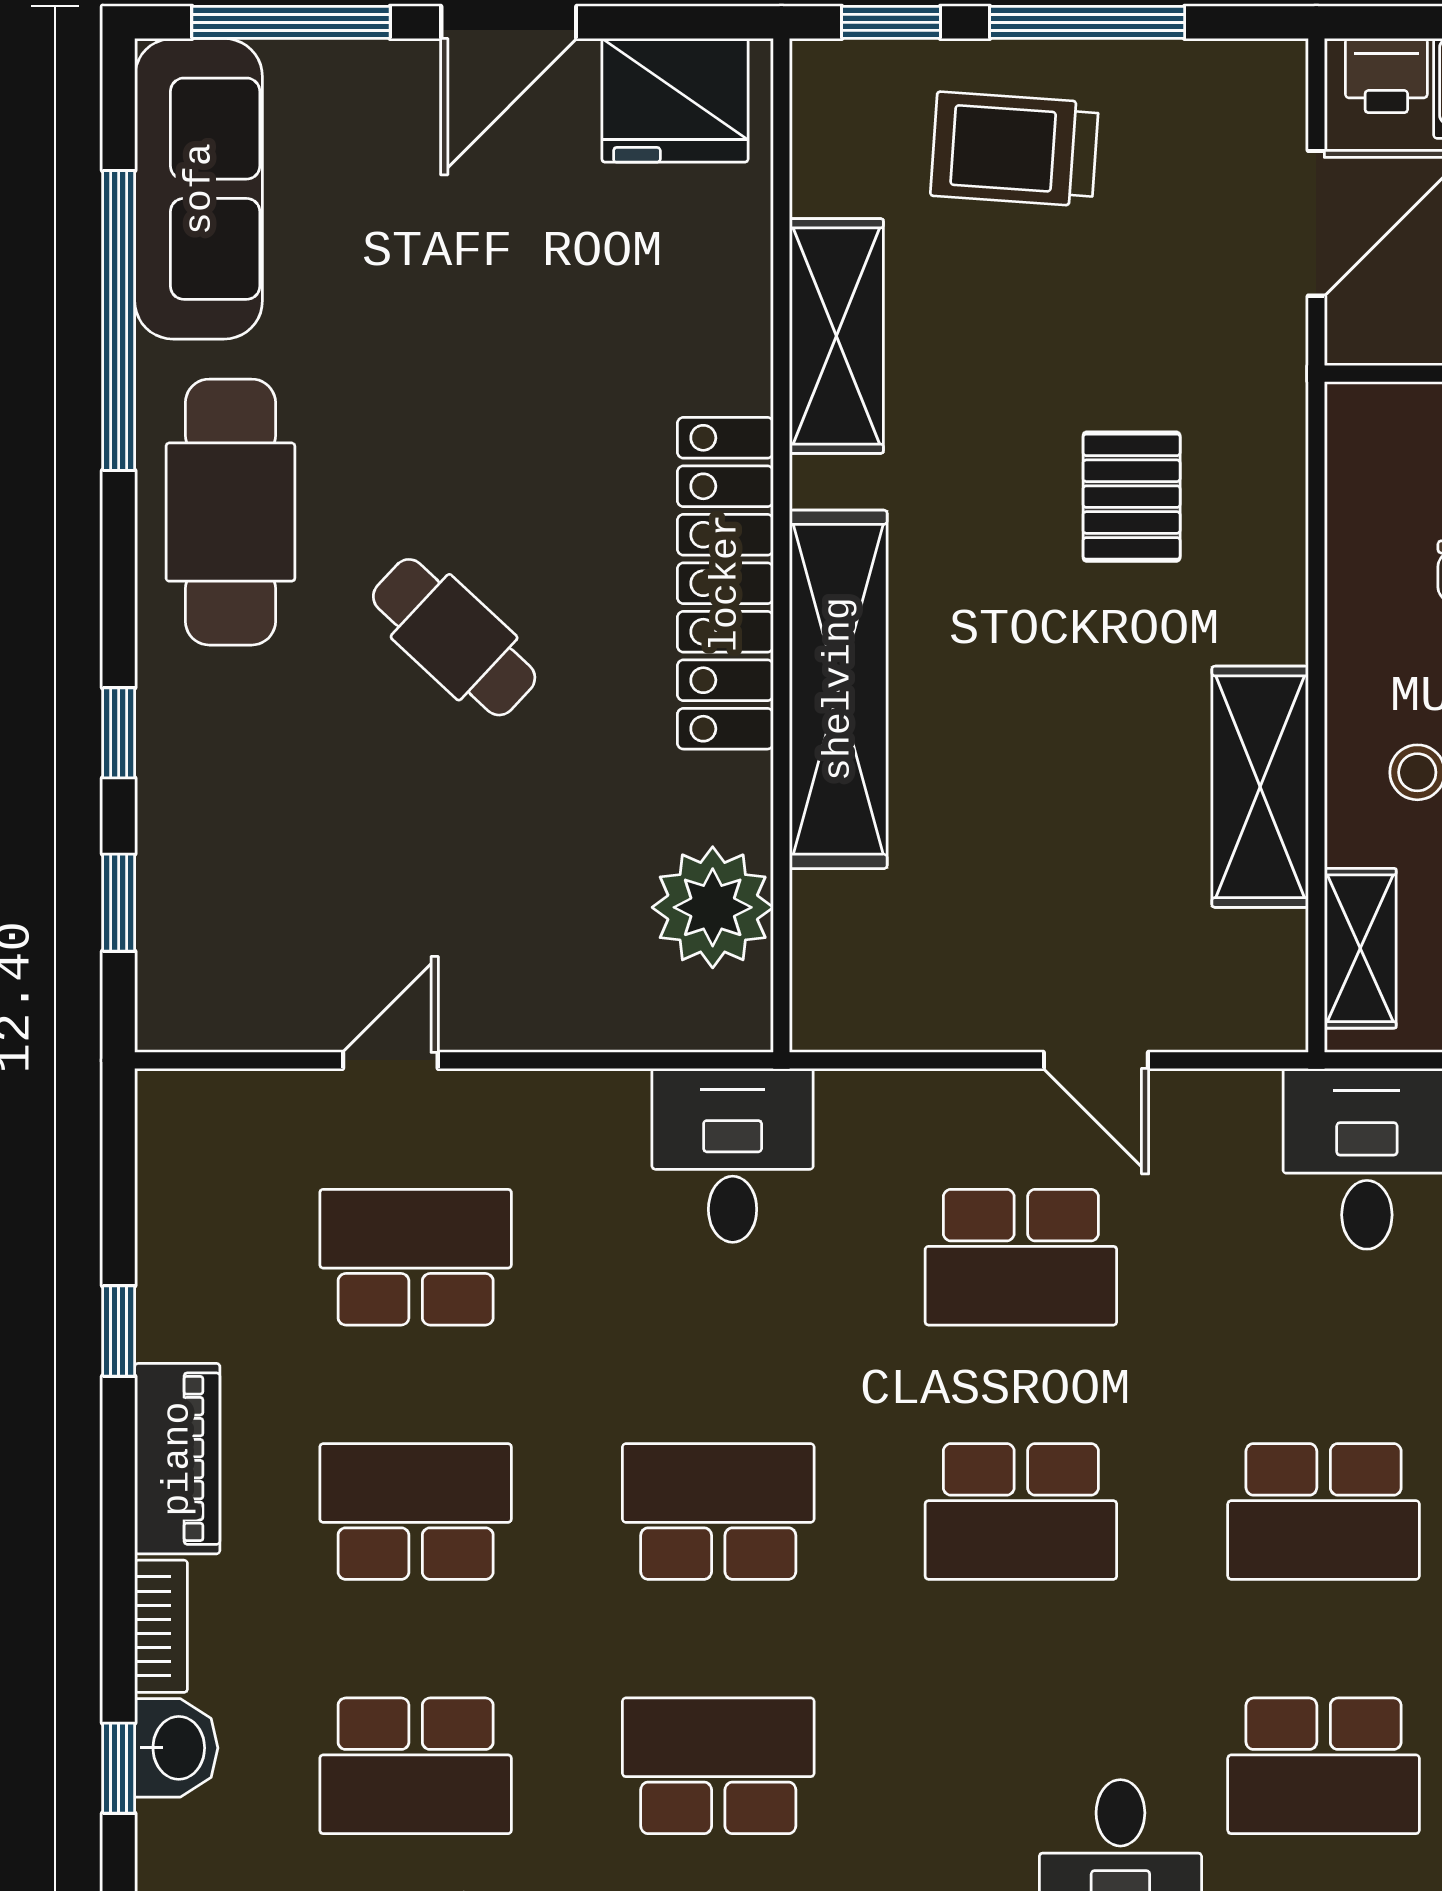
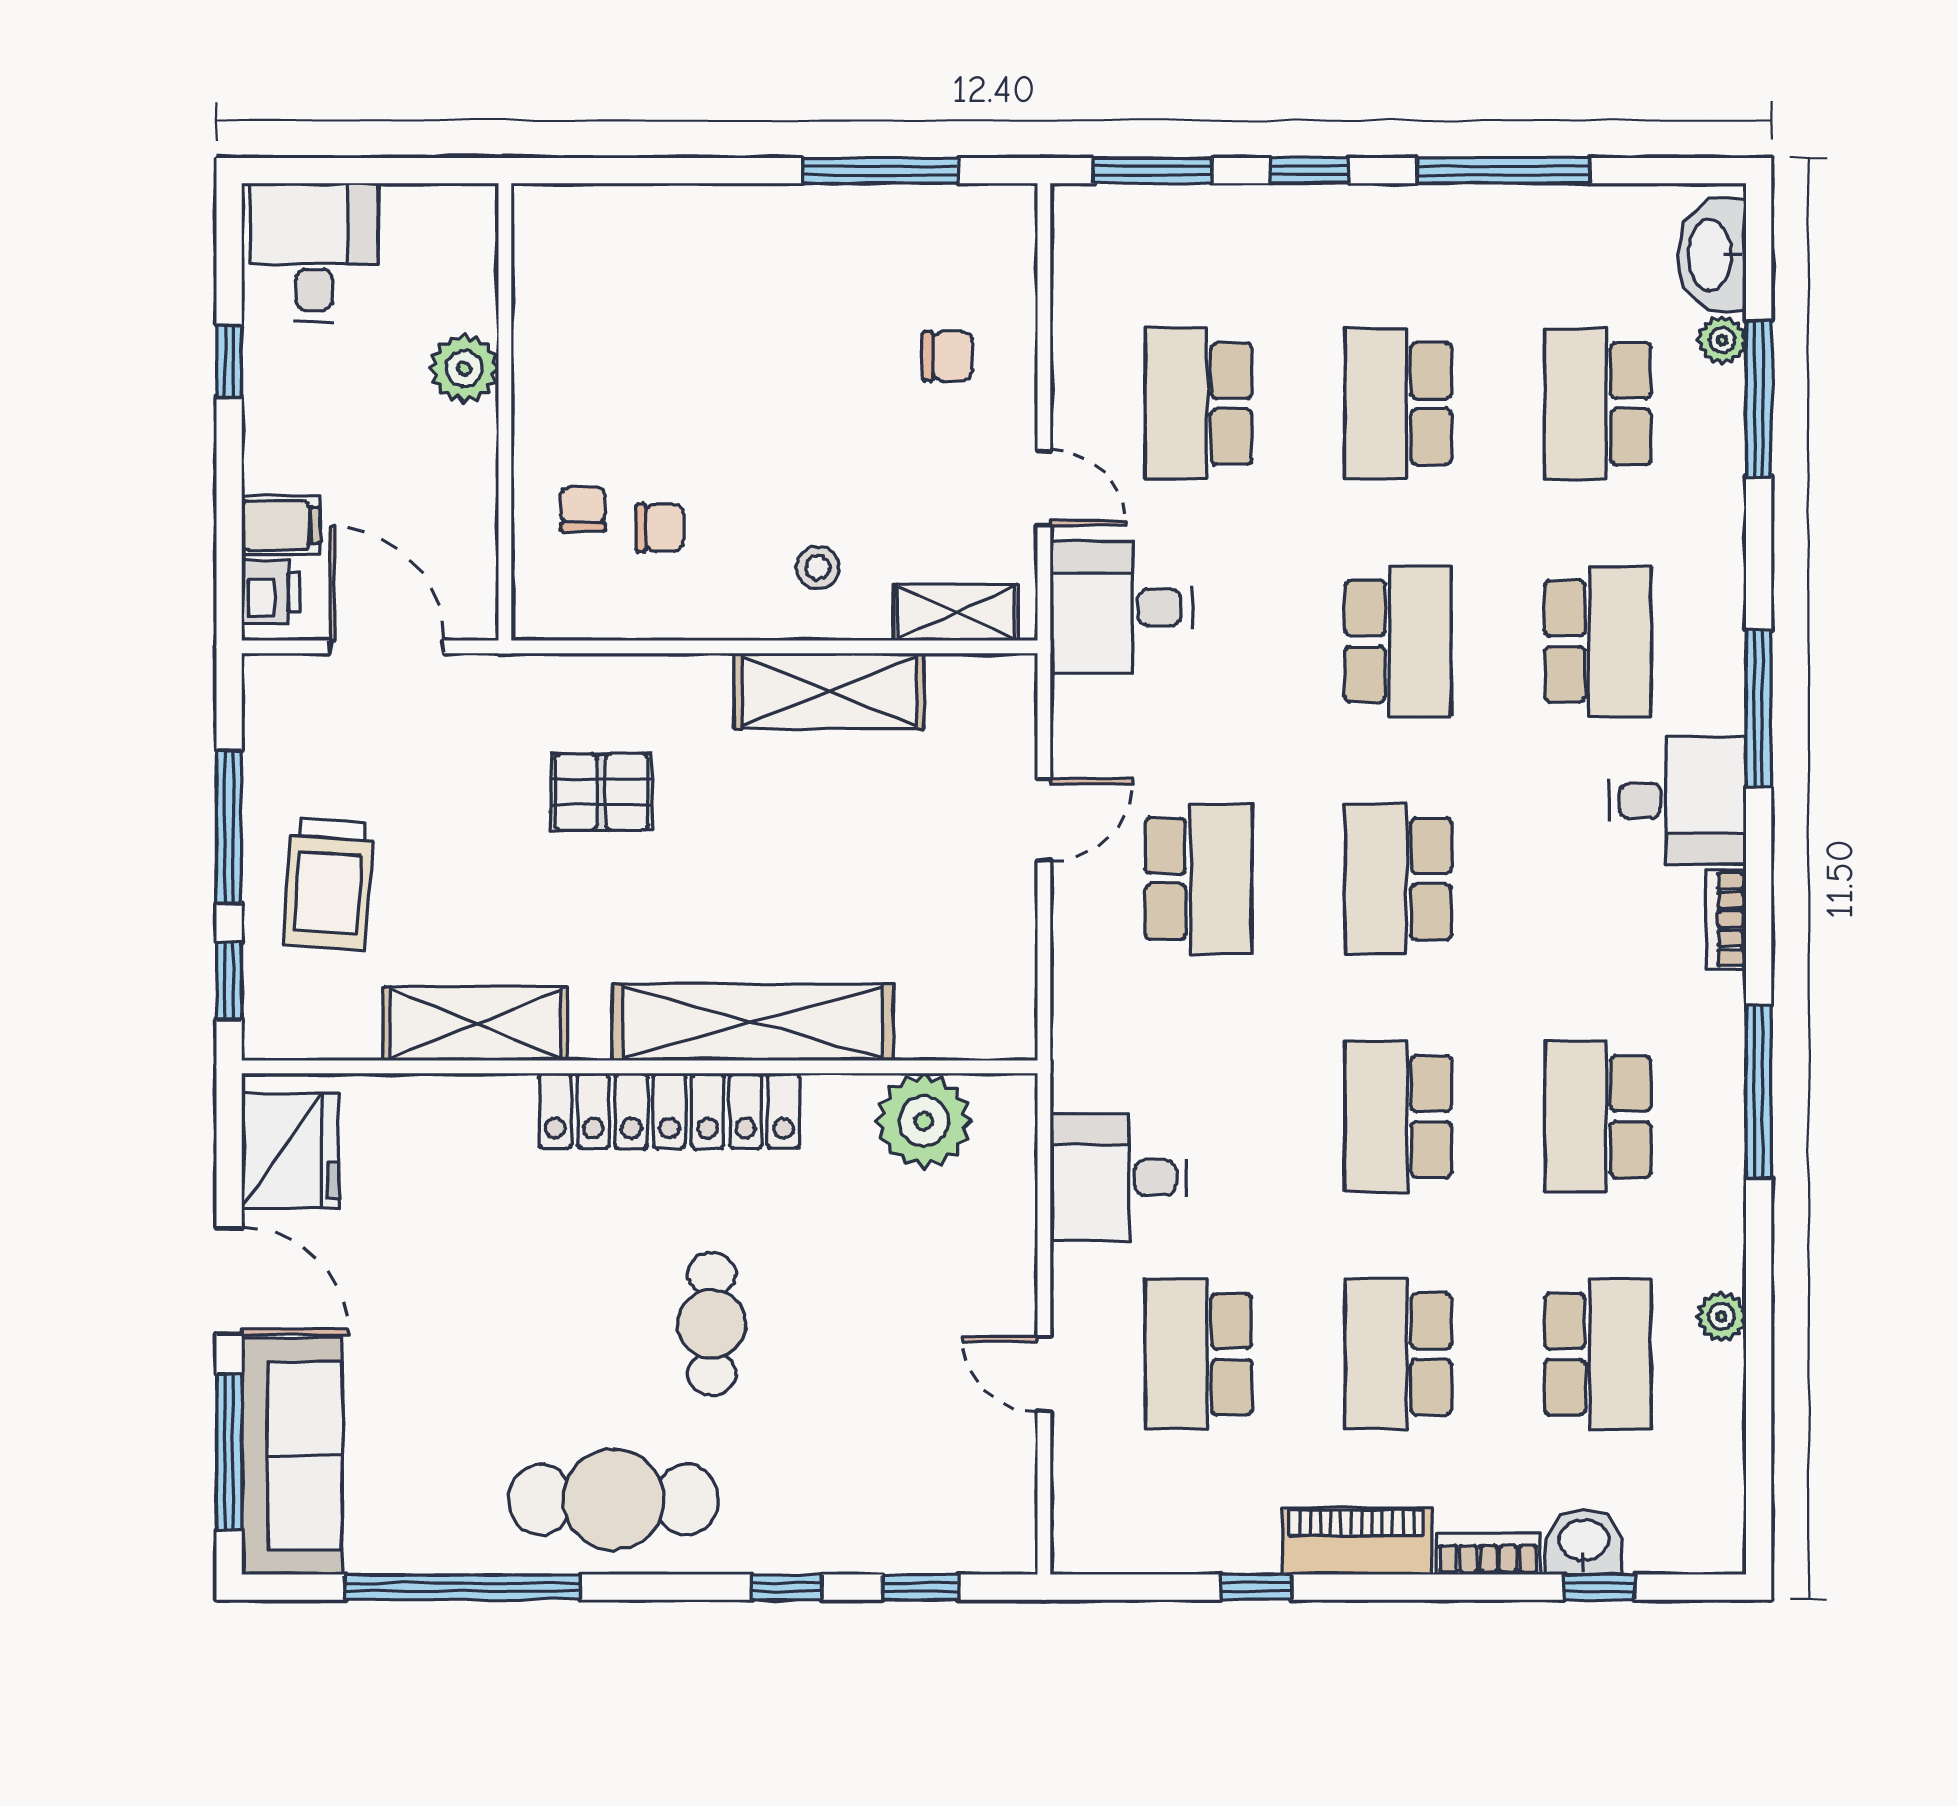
sofa: (199, 189) -> (292, 1456), moved, turned 90
cafe table: (454, 637) -> (712, 1324), turned -43
desk: (733, 1155) -> (1119, 1178), moved
school desk: (1021, 1511) -> (1398, 879), turned 180

